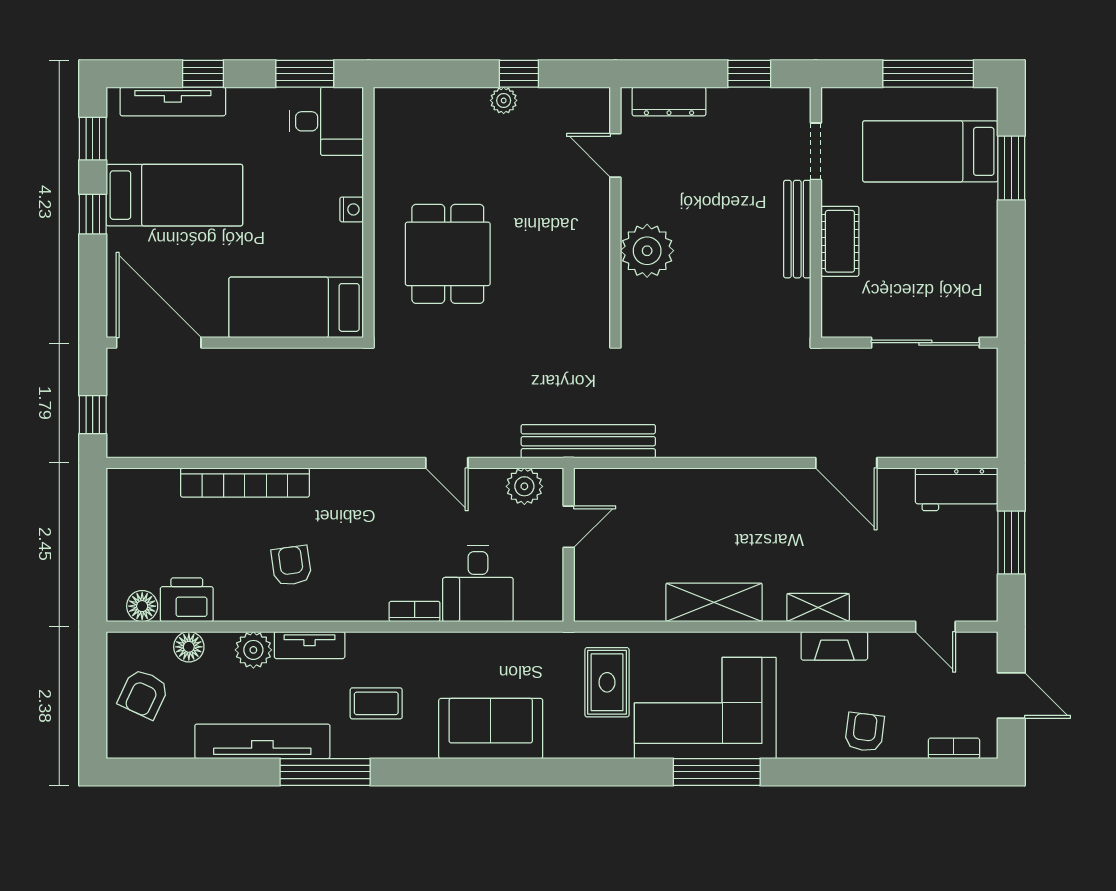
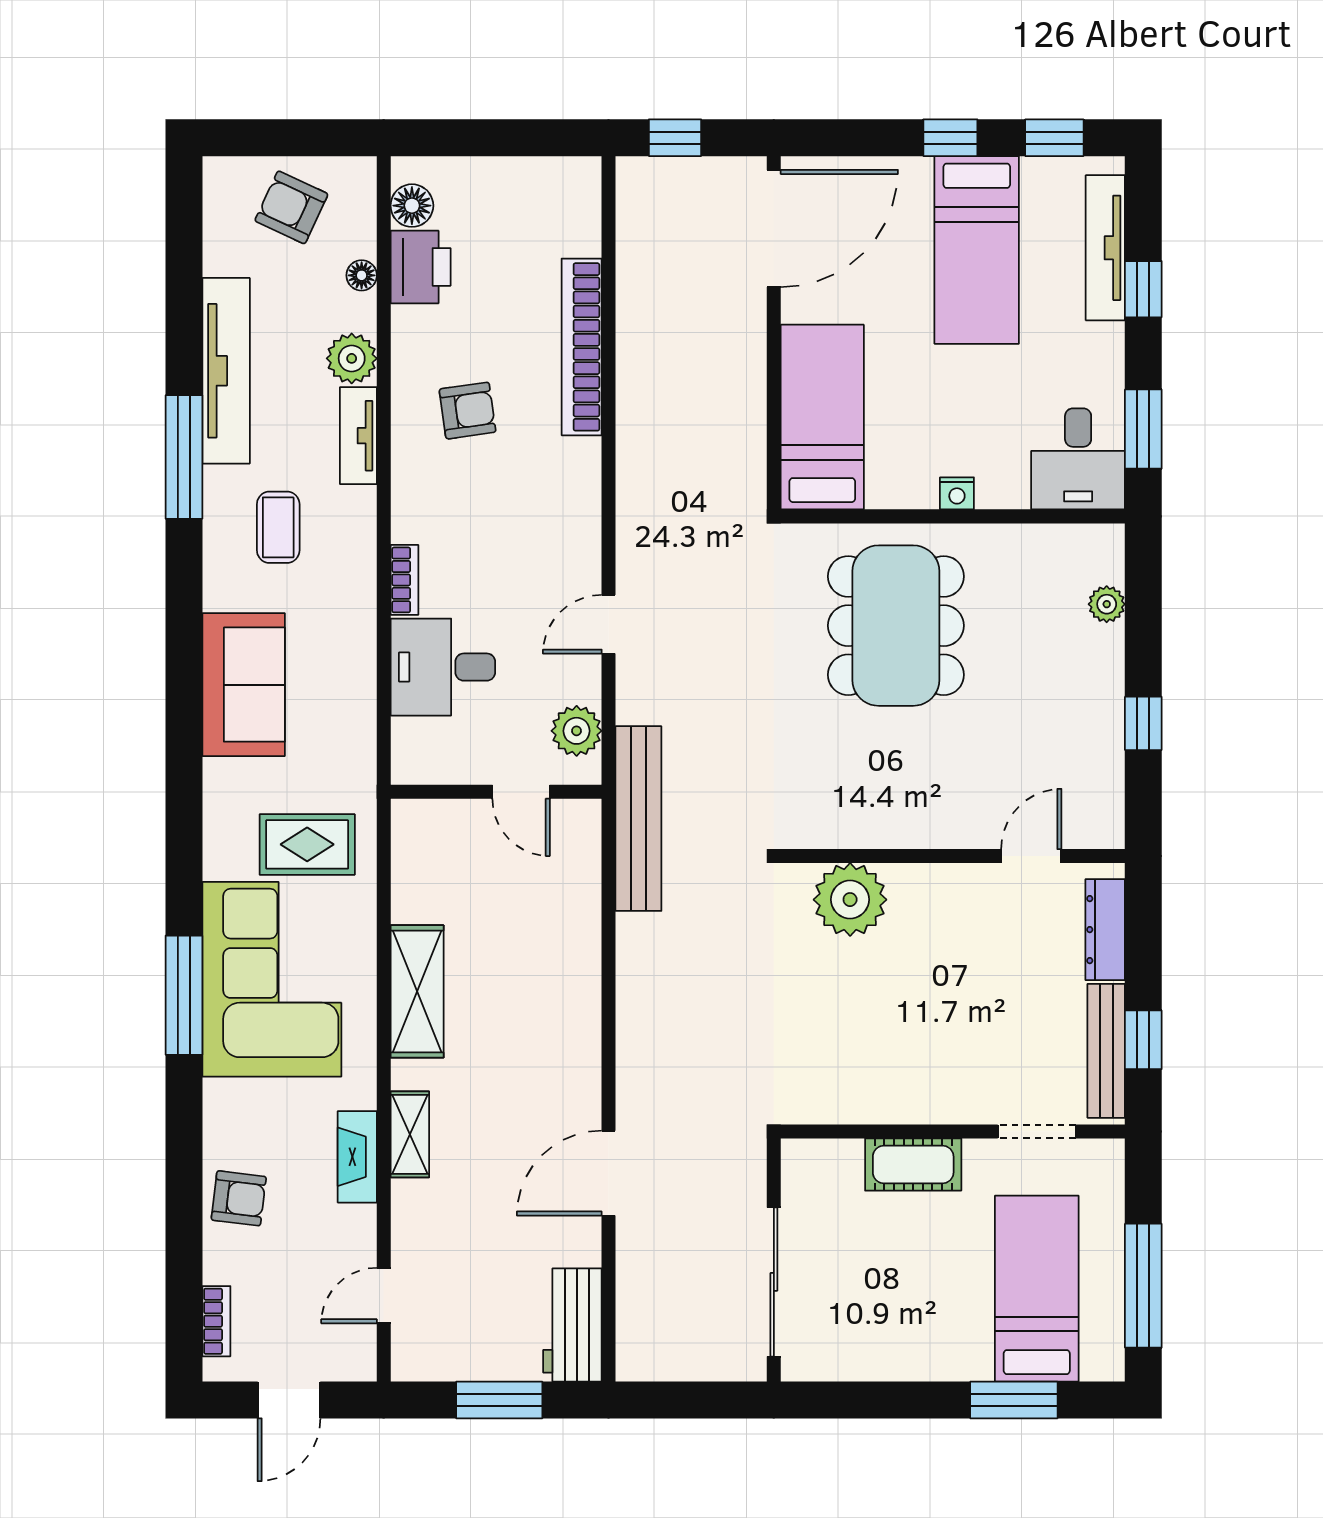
plant: (504, 100) -> (1107, 604), moved
bench: (797, 229) -> (1106, 1051), moved, turned 90
plant: (647, 251) -> (850, 900), moved
dining table: (448, 254) -> (896, 626), width x1.38
floor lamp: (189, 647) -> (362, 275), width x0.73, depth x0.73

